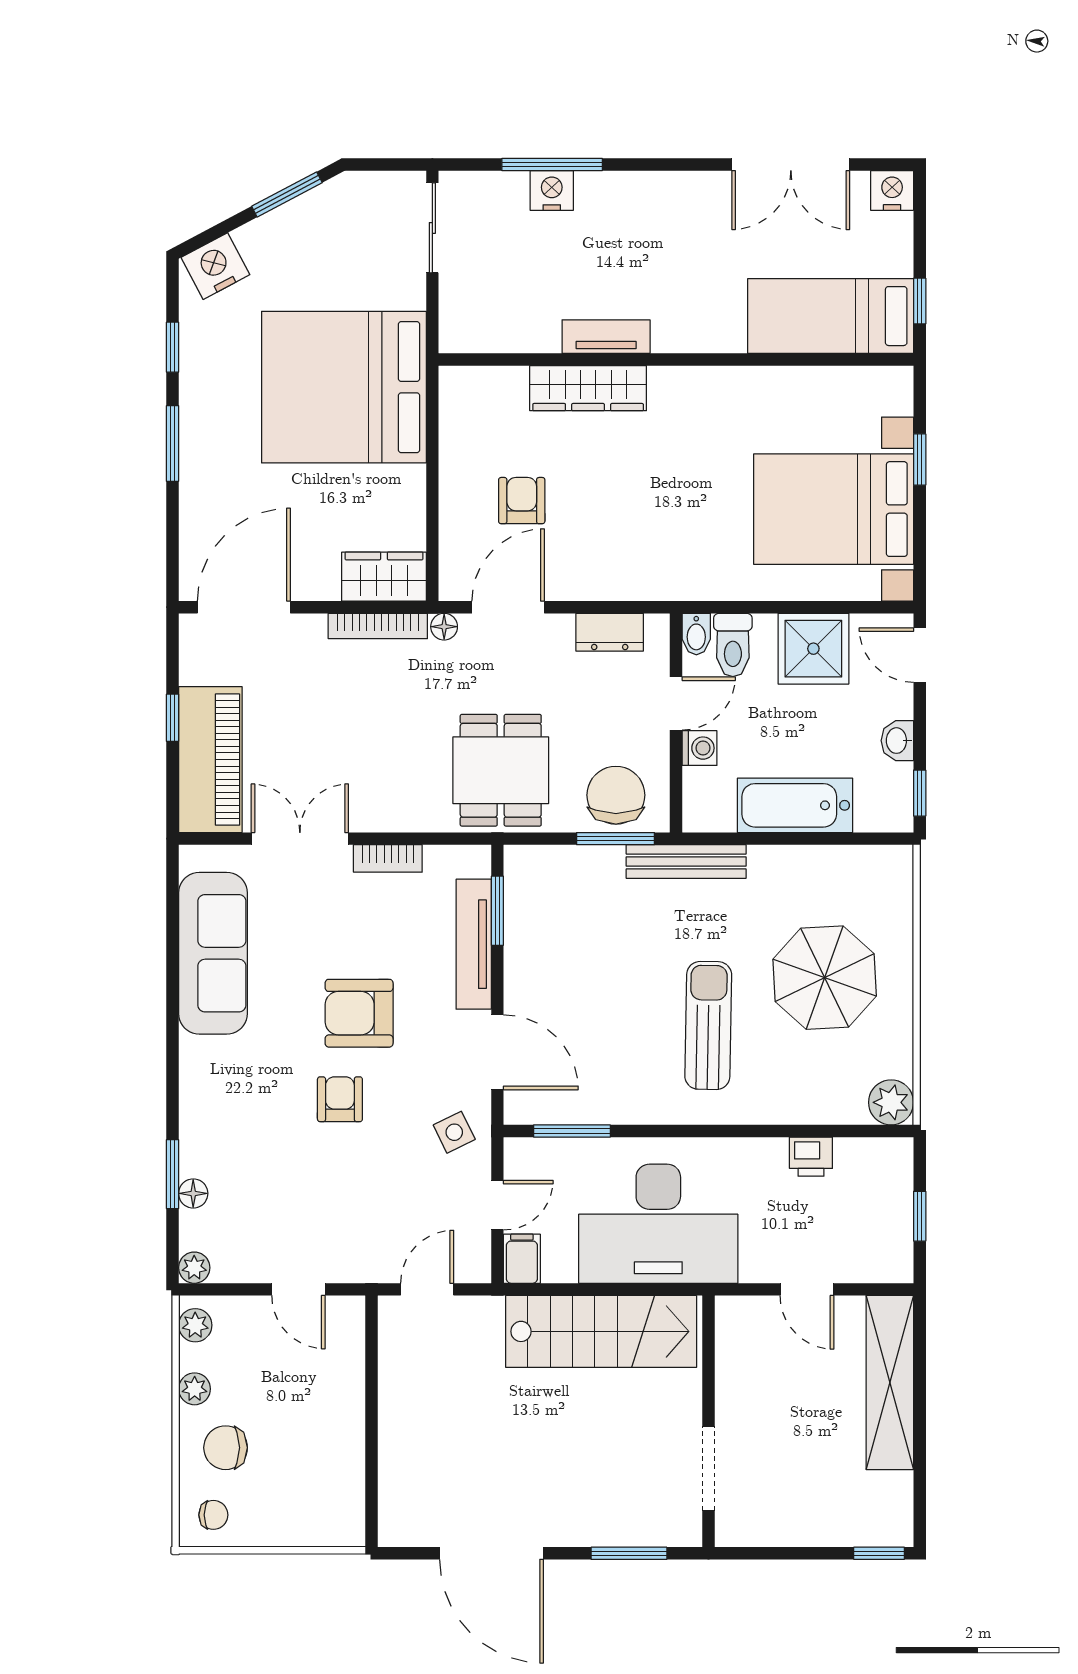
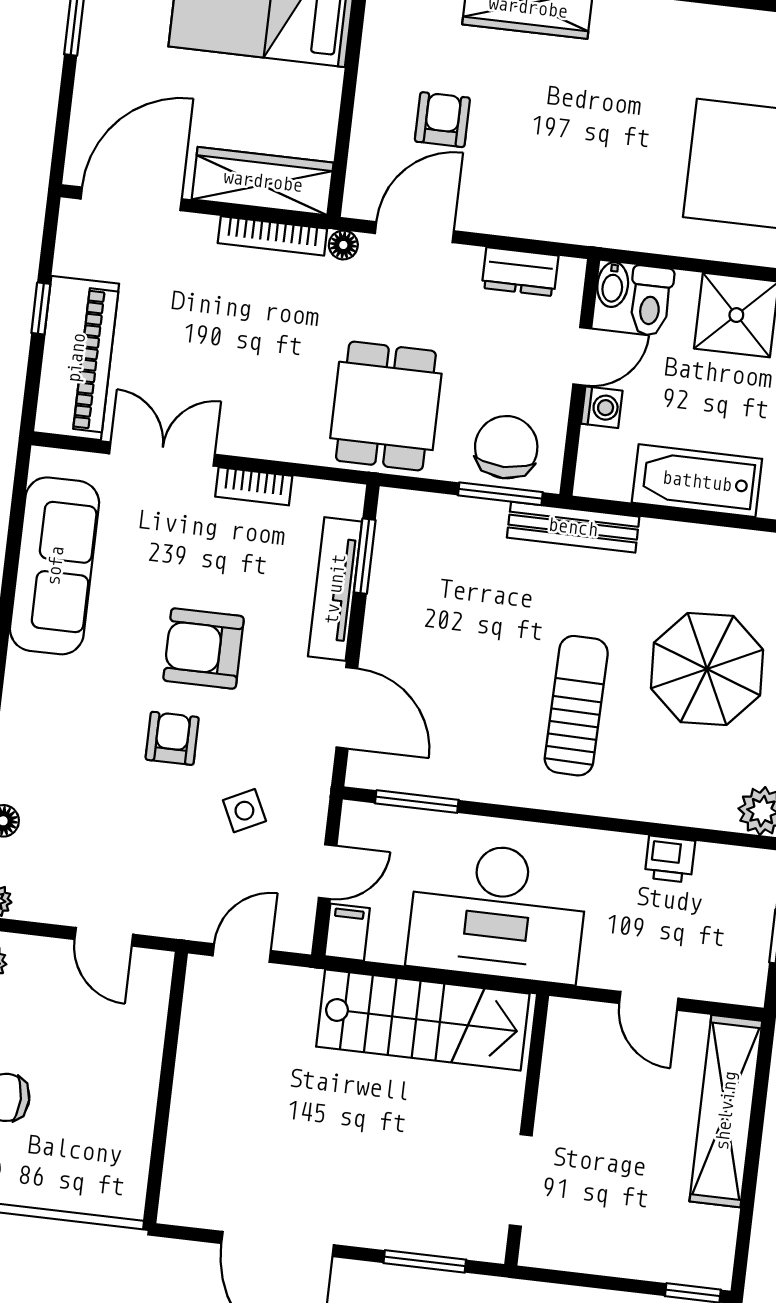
wardrobe: (384, 577) -> (263, 181), width x1.50
side table: (454, 1132) -> (244, 811), moved

